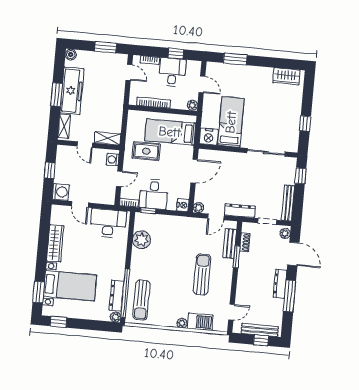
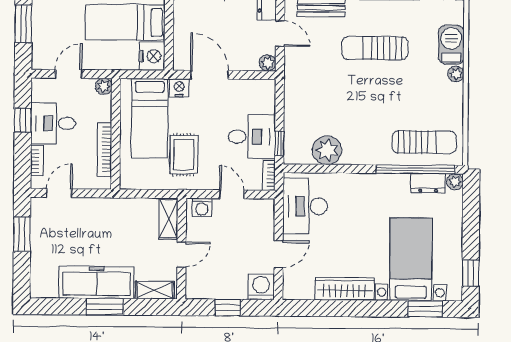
boiler: (71, 55) -> (38, 289), removed
nightstand: (183, 205) -> (179, 88), moved
dresser: (116, 296) -> (428, 183), width x0.70

